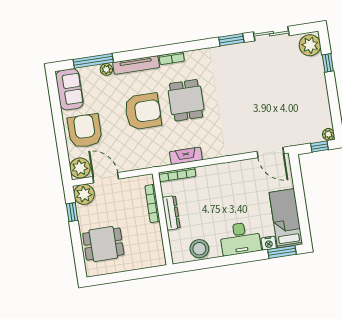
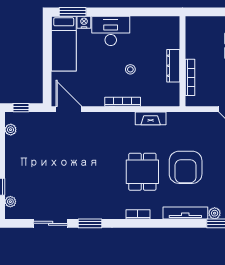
plant: (310, 45) -> (10, 202), width x0.53, depth x0.53
bookcase: (172, 58) -> (138, 214), moved
armchair: (143, 111) -> (186, 167), turned -90
plant: (328, 134) -> (11, 130), moved
bookcase: (177, 174) -> (123, 102), moved
stool: (199, 249) -> (130, 69), moved, width x0.53, depth x0.53

